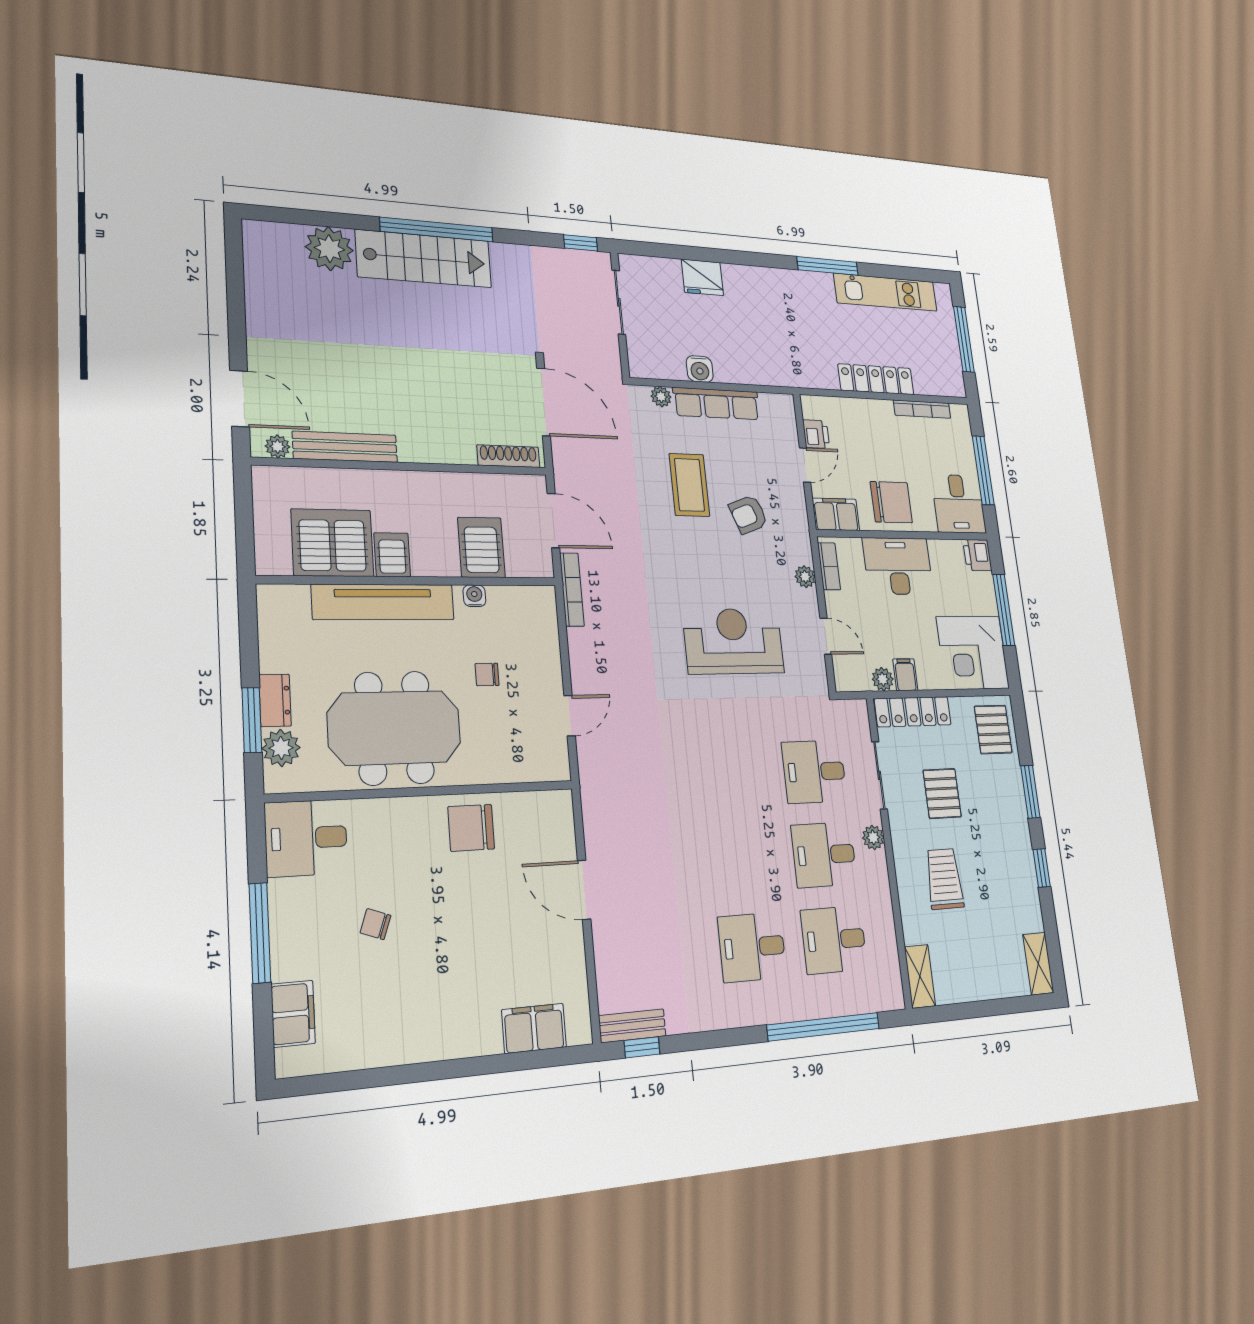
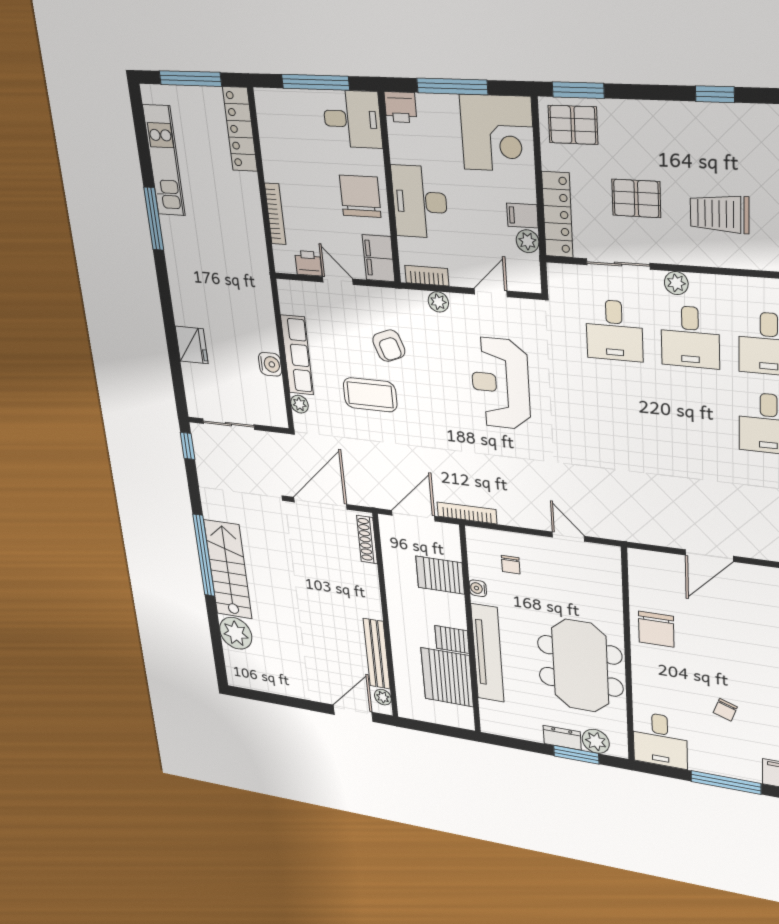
locker: (876, 379) -> (240, 129), moved
bookcase: (922, 409) -> (275, 214), moved
chair: (487, 674) -> (511, 565), moved
window: (1030, 792) -> (578, 90), moved

